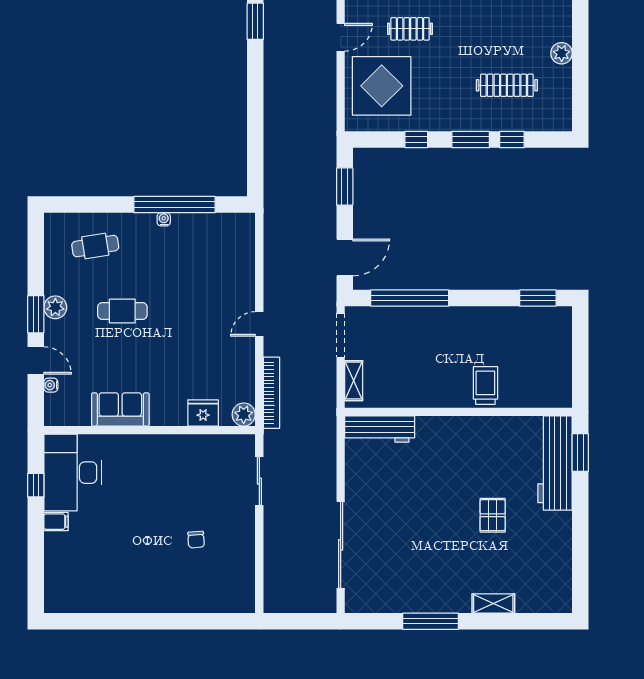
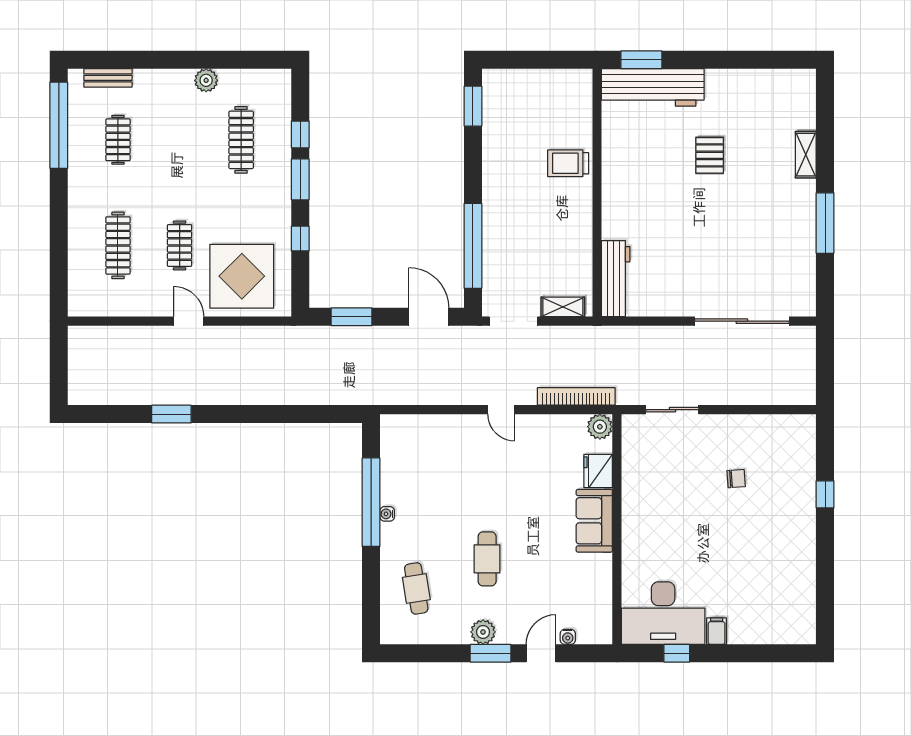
sofa: (120, 409) -> (594, 521), moved
pallet: (493, 515) -> (710, 155), turned 90
window: (182, 621) -> (825, 494), added

